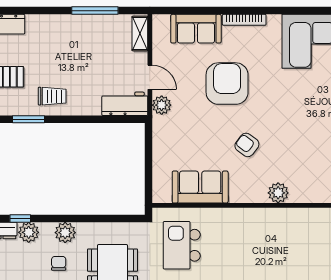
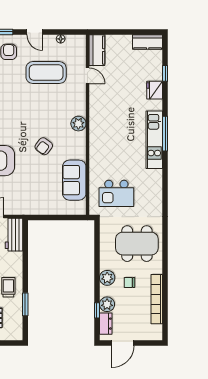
plant: (162, 105) -> (15, 208), removed

